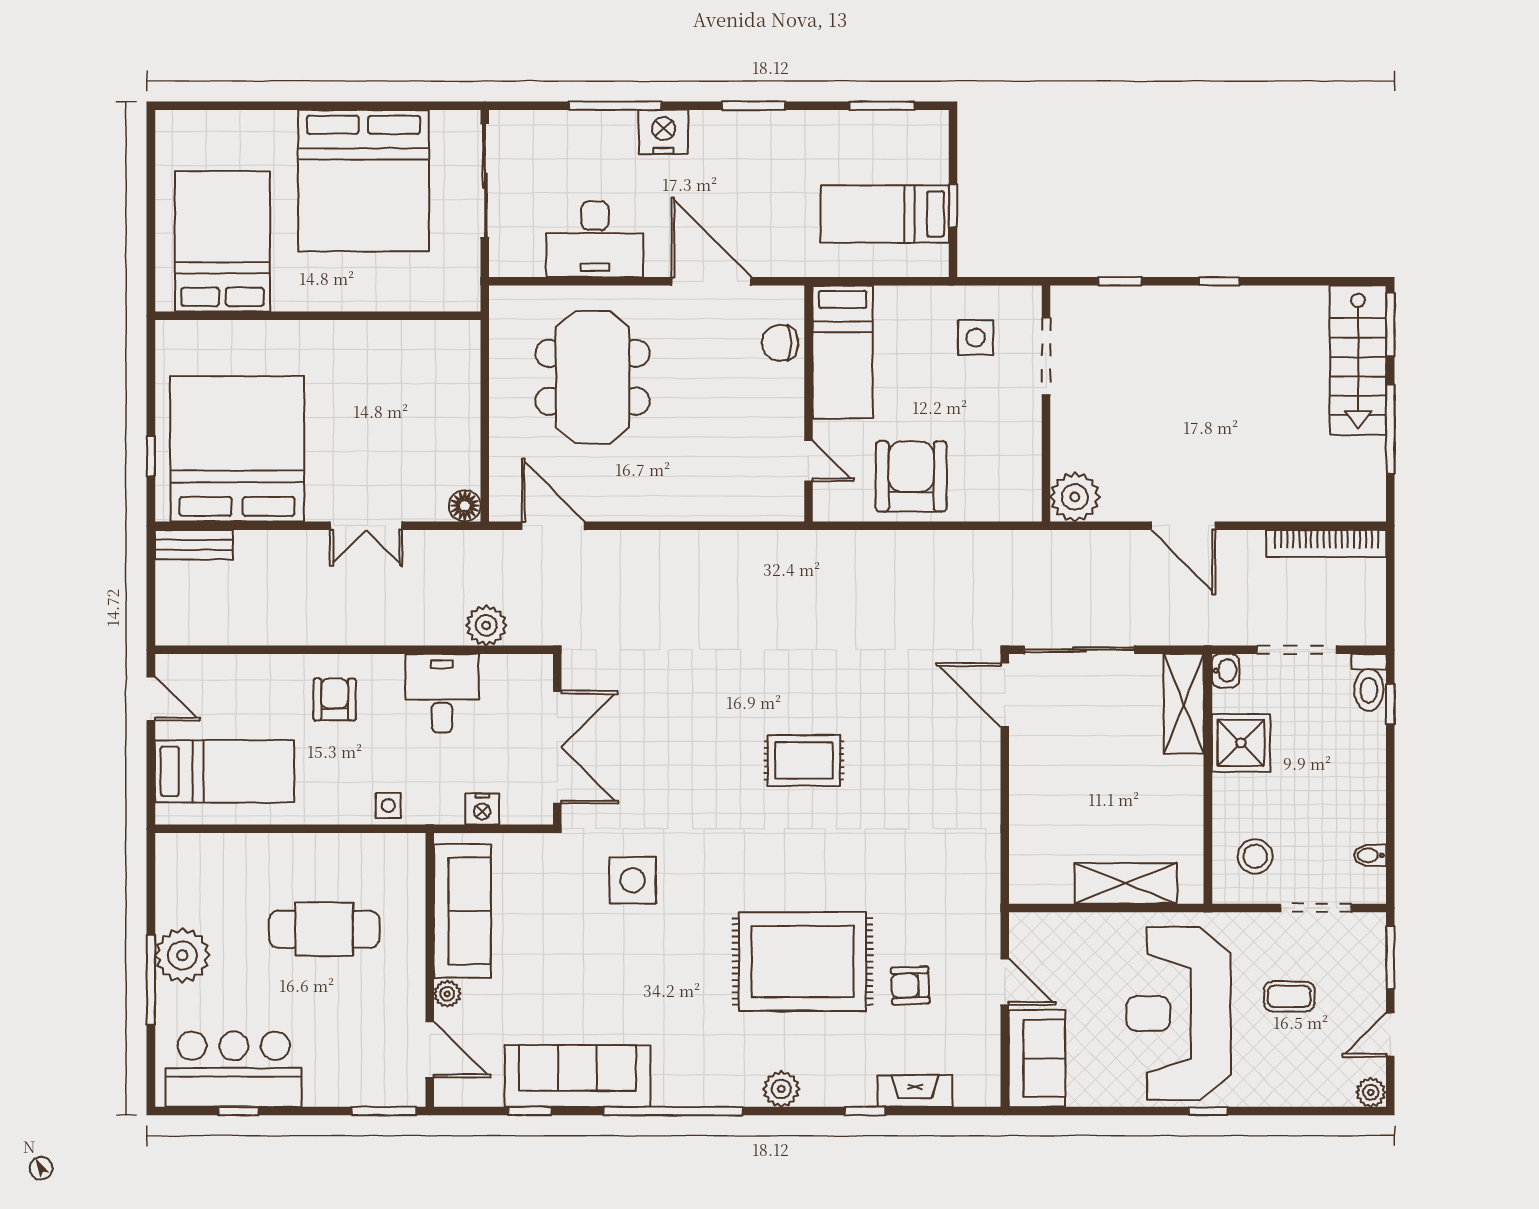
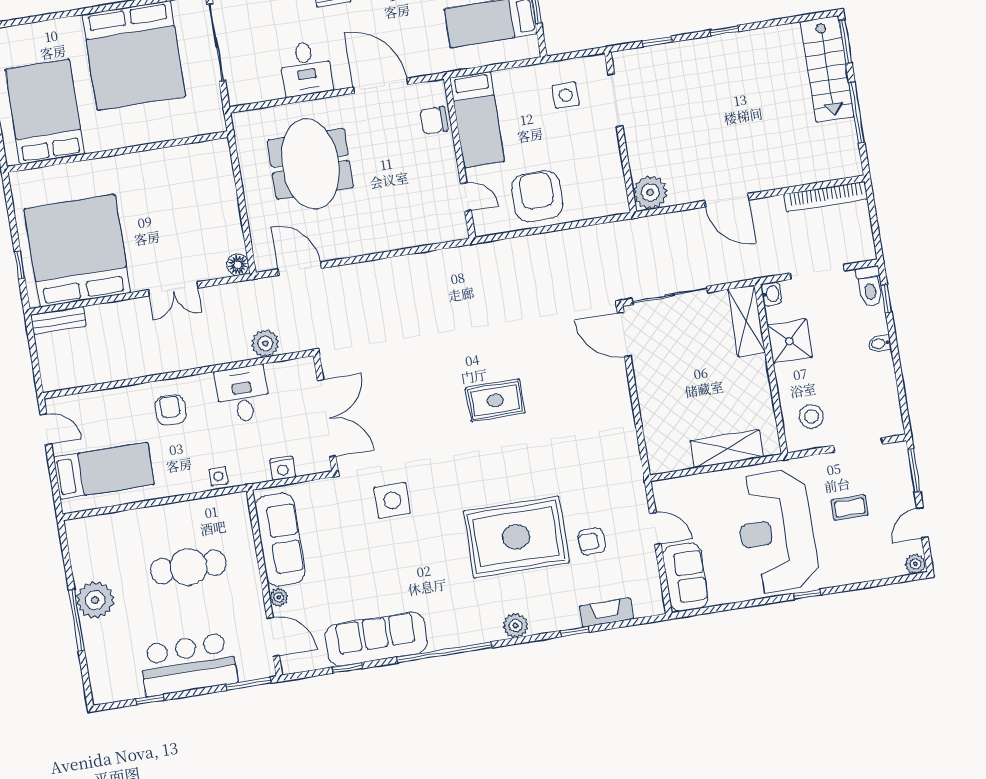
desk: (595, 239) -> (306, 69), width x0.73
bidet: (1370, 855) -> (880, 344), moved
bar counter: (234, 1069) -> (188, 664), moved

